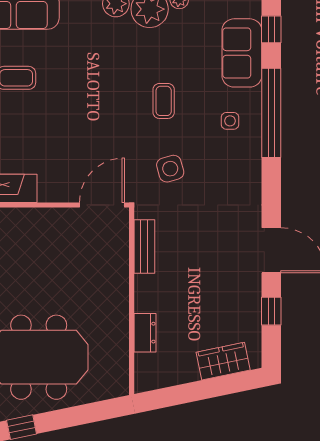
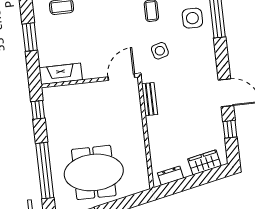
side table: (230, 121) -> (192, 18), width x1.87, depth x1.87
dresser: (145, 333) -> (170, 176), moved, turned -102

